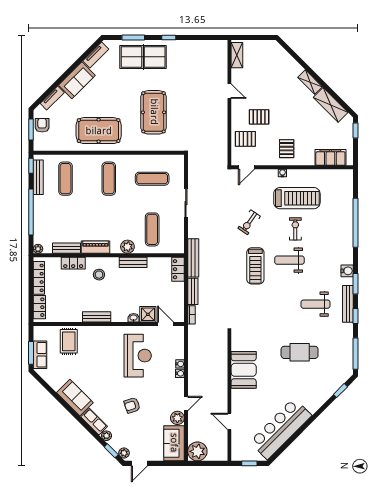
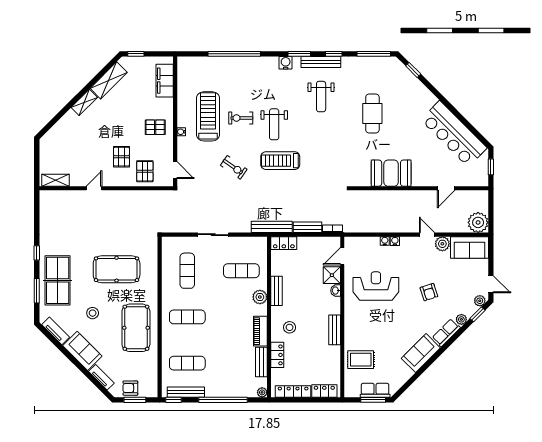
stool: (112, 90) -> (93, 313), added
treadmill: (255, 266) -> (280, 161), turned 180

